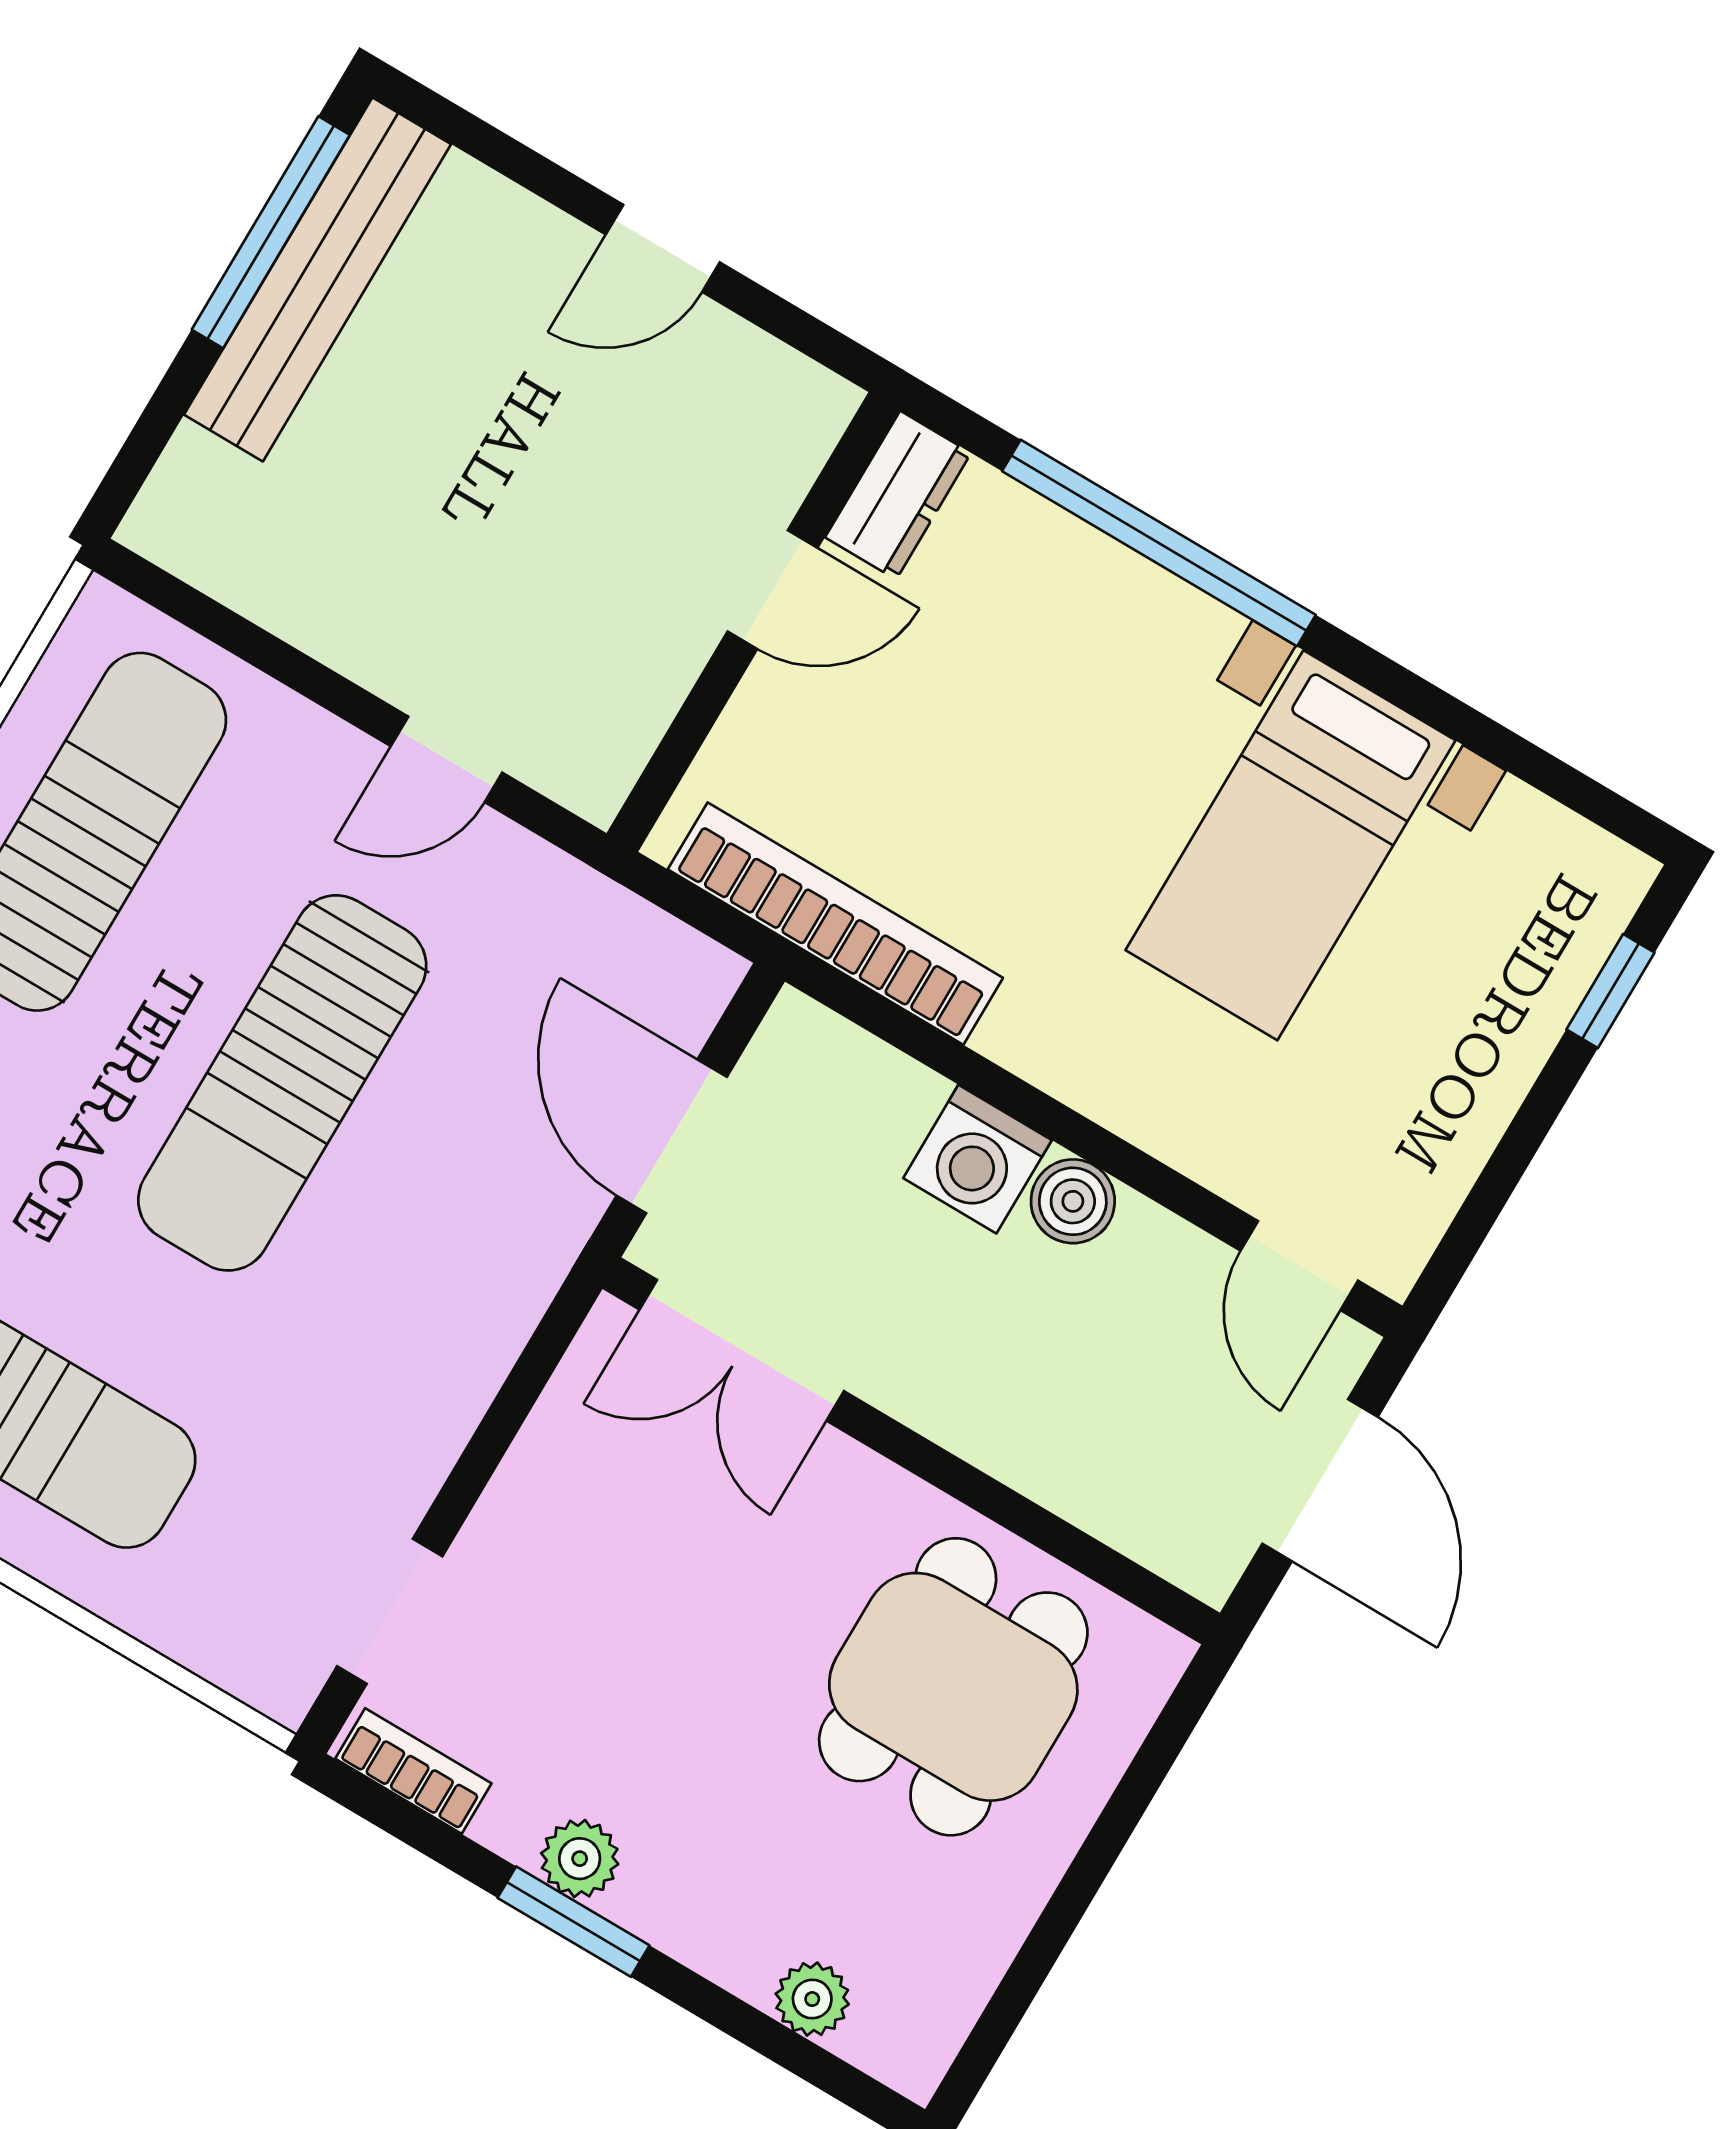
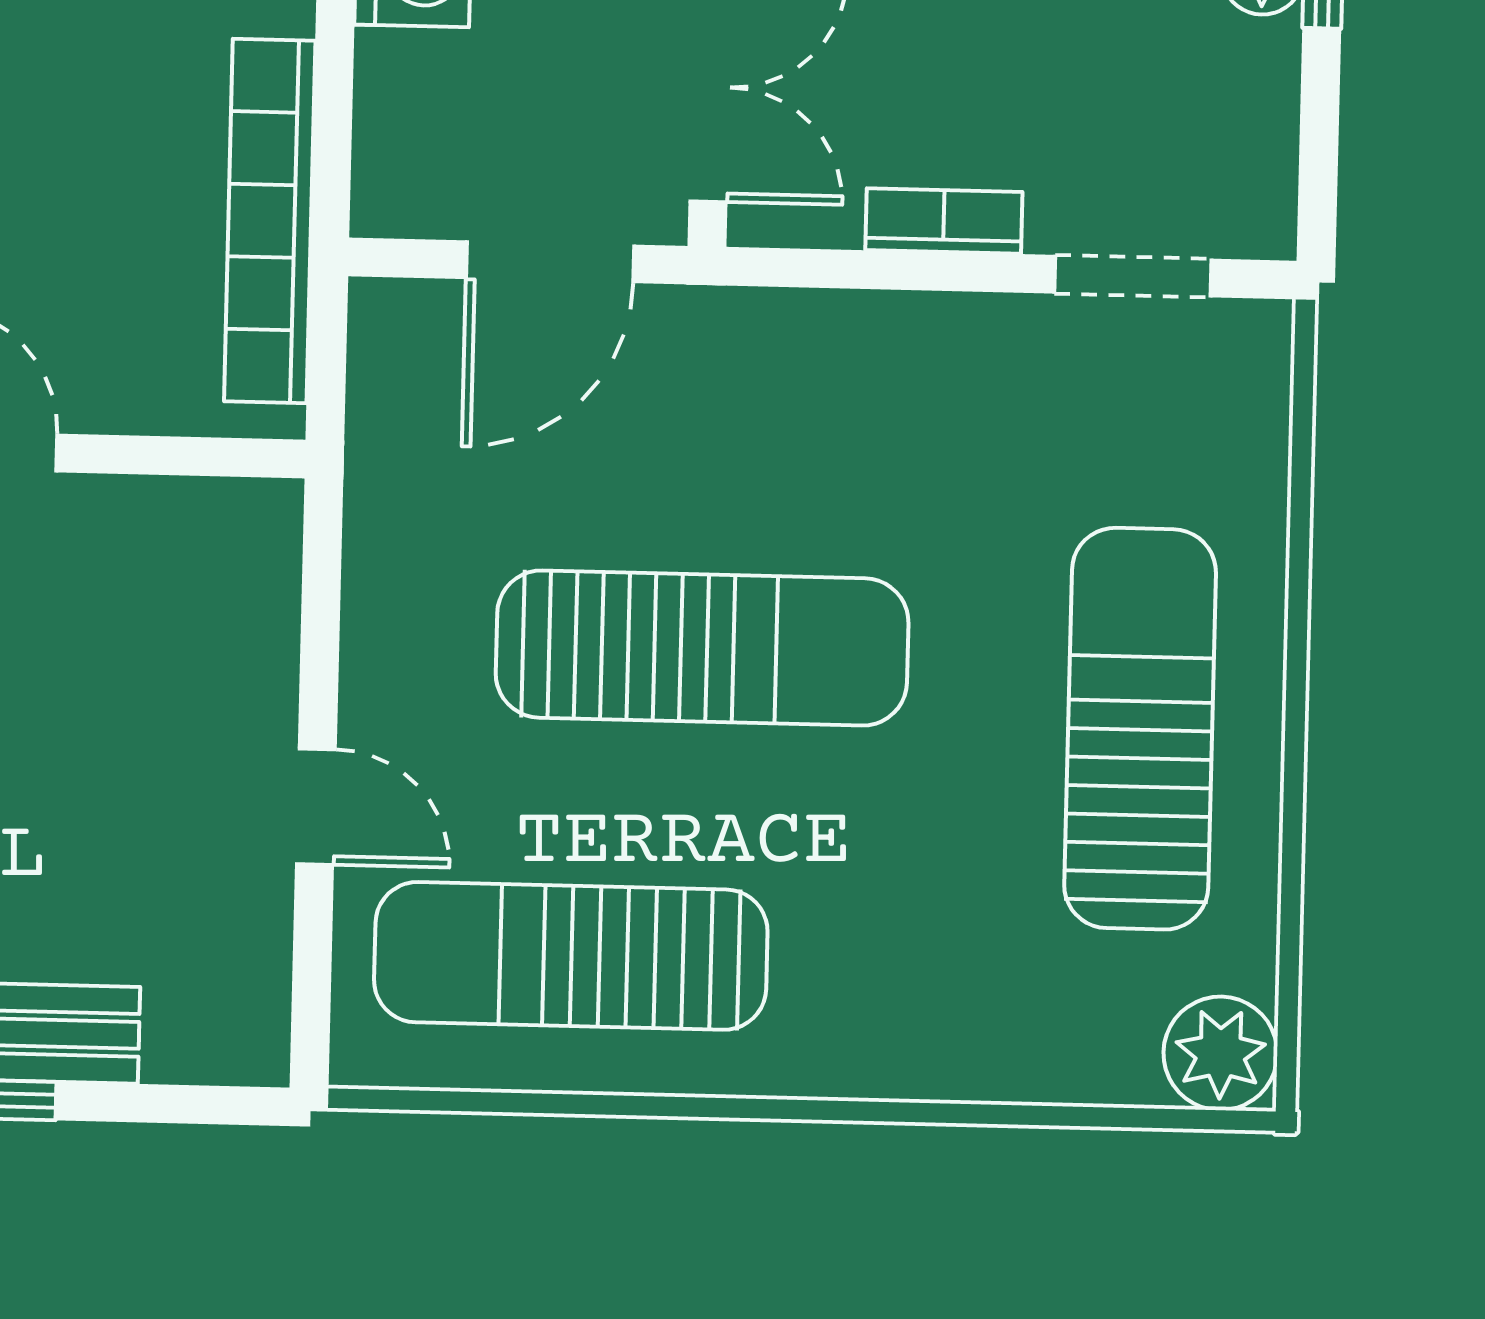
door: (447, 759) -> (316, 807), moved
bookcase: (413, 1771) -> (944, 221), moved, turned 90

